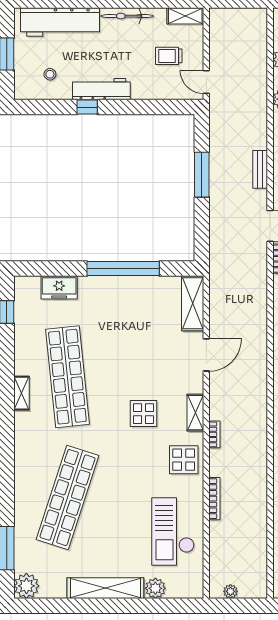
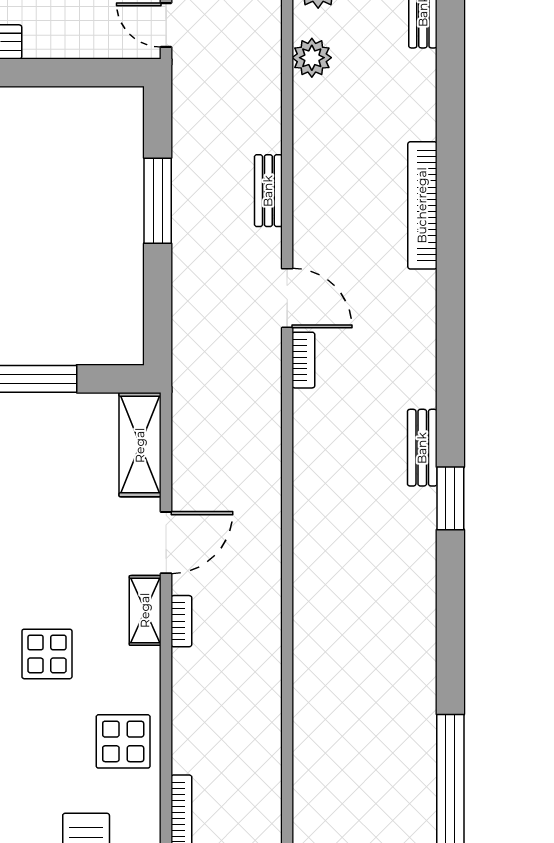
shelving: (195, 413) -> (145, 610), moved
bookcase: (214, 434) -> (181, 621), moved

